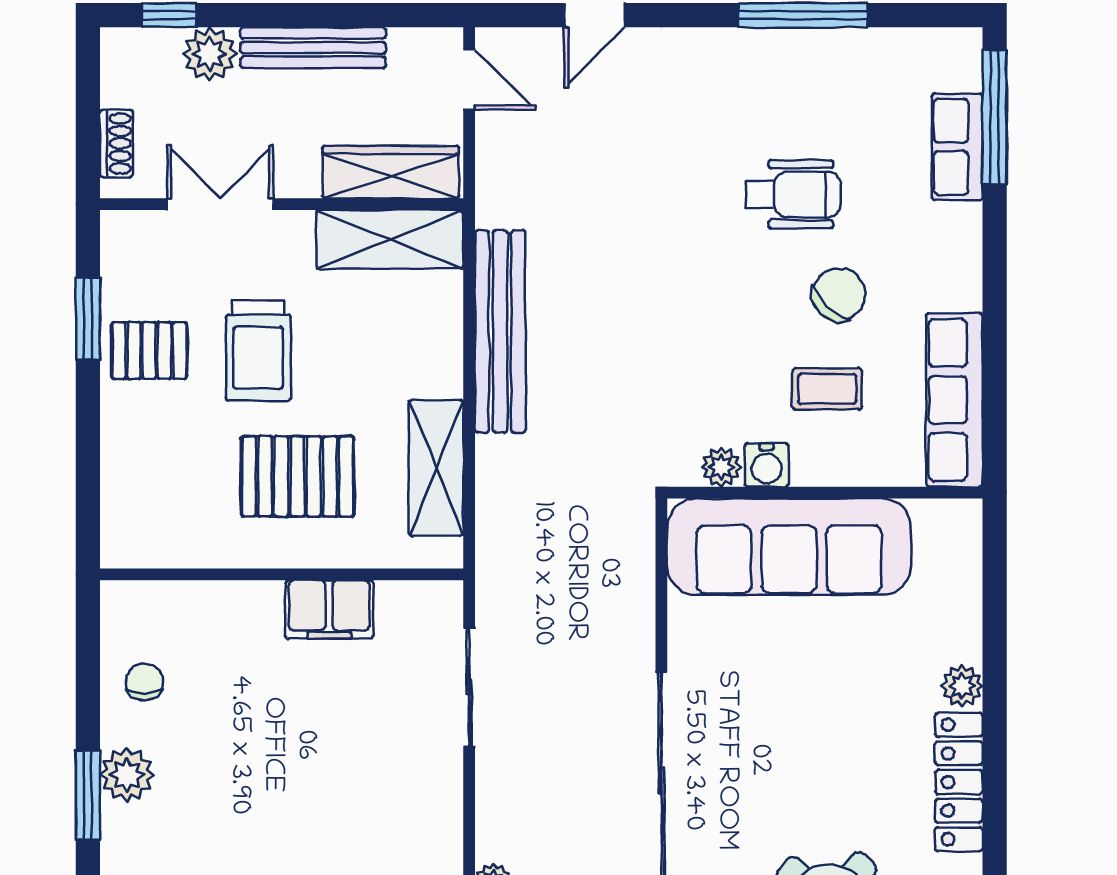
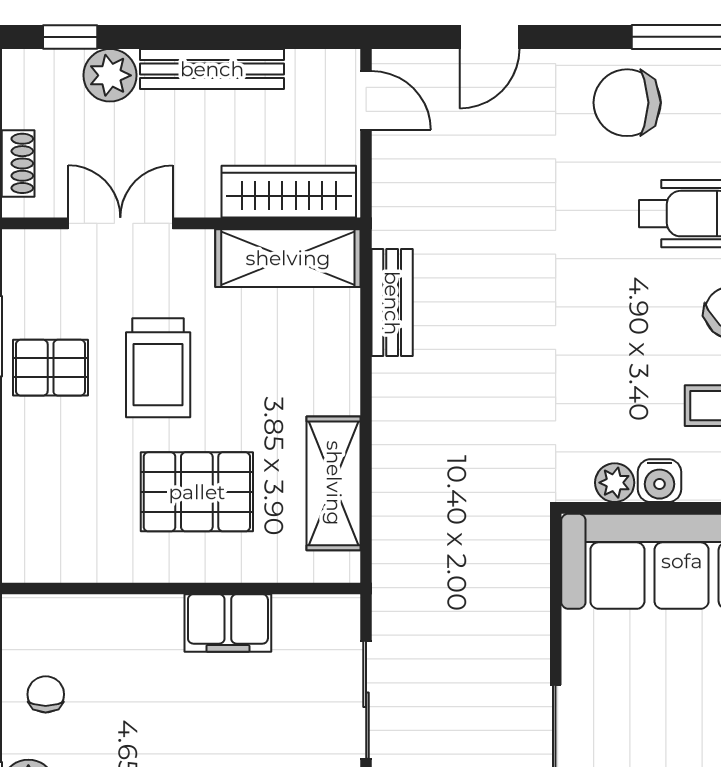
chair: (734, 82) -> (627, 103), added
bench: (500, 331) -> (392, 303), width x0.54, depth x0.82

